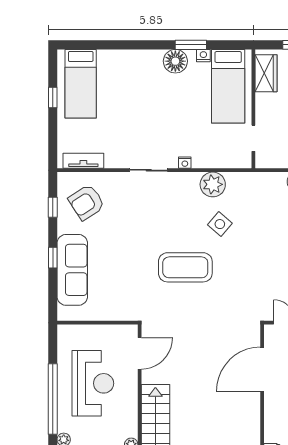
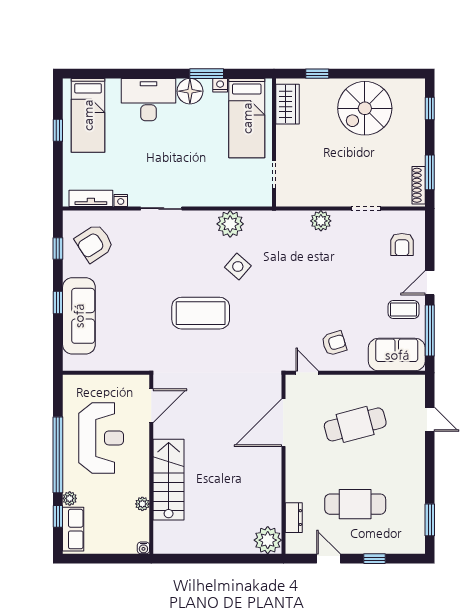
desk: (137, 69) -> (148, 100), added
nightstand: (185, 163) -> (121, 200), moved

